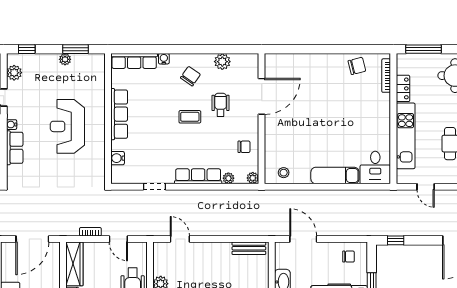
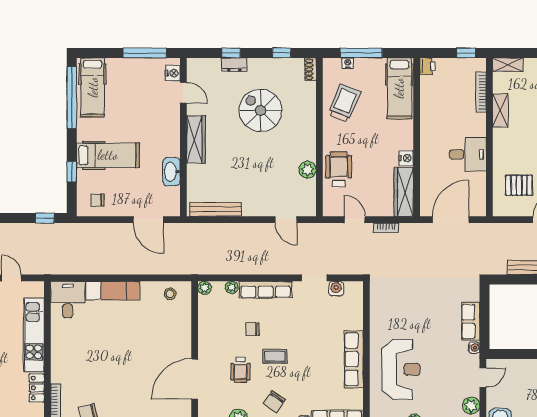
reception desk: (67, 126) -> (401, 369), moved
chair: (244, 147) -> (252, 329), moved
water cooler: (118, 158) -> (336, 289), moved, turned -90
bench: (249, 248) -> (216, 209), width x1.36

